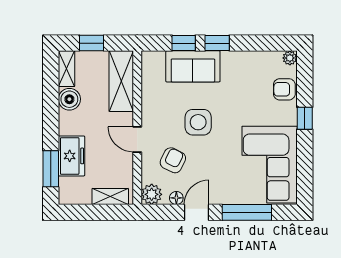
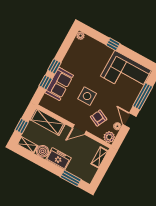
armchair: (284, 89) -> (94, 47), removed
freezer: (71, 156) -> (59, 159), moved

